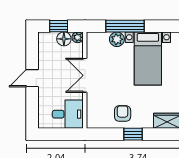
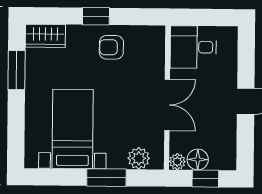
window: (125, 26) -> (106, 178), width x0.69
plant: (117, 39) -> (139, 158), moved
armchair: (123, 113) -> (111, 47), turned 90

